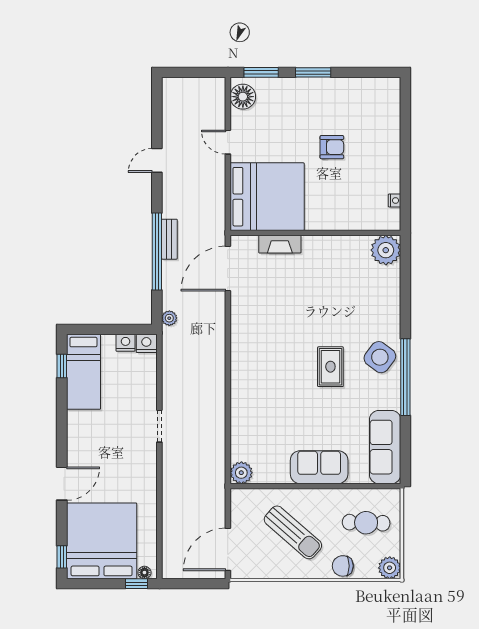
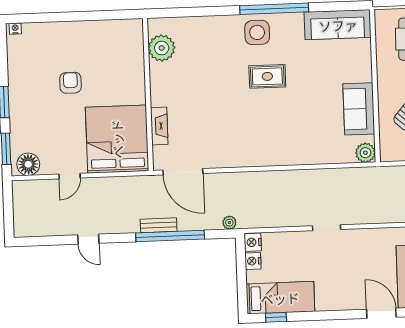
nightstand: (395, 200) -> (15, 29), moved
plant: (386, 250) -> (162, 48), moved
side table: (380, 357) -> (257, 32), turned -37
sofa: (319, 467) -> (359, 109), moved

